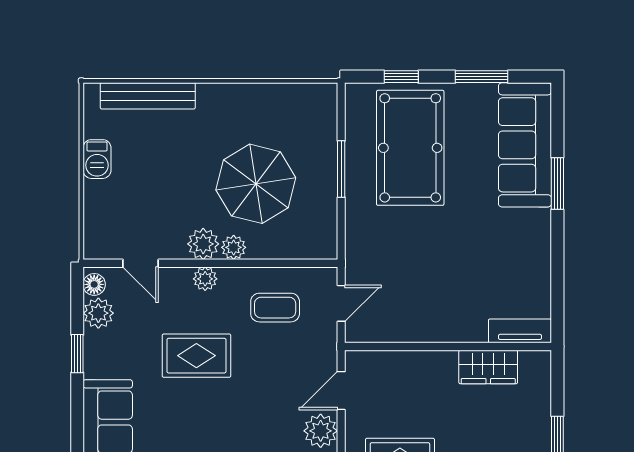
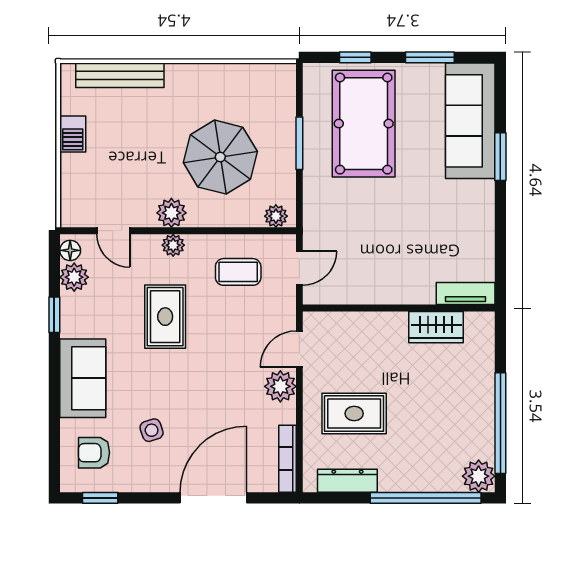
plant: (234, 247) -> (276, 216), moved
rug: (196, 356) -> (165, 317), turned 90

